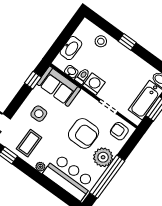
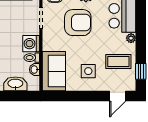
window: (33, 80) -> (64, 96), removed
armchair: (84, 133) -> (78, 23), turned 90

